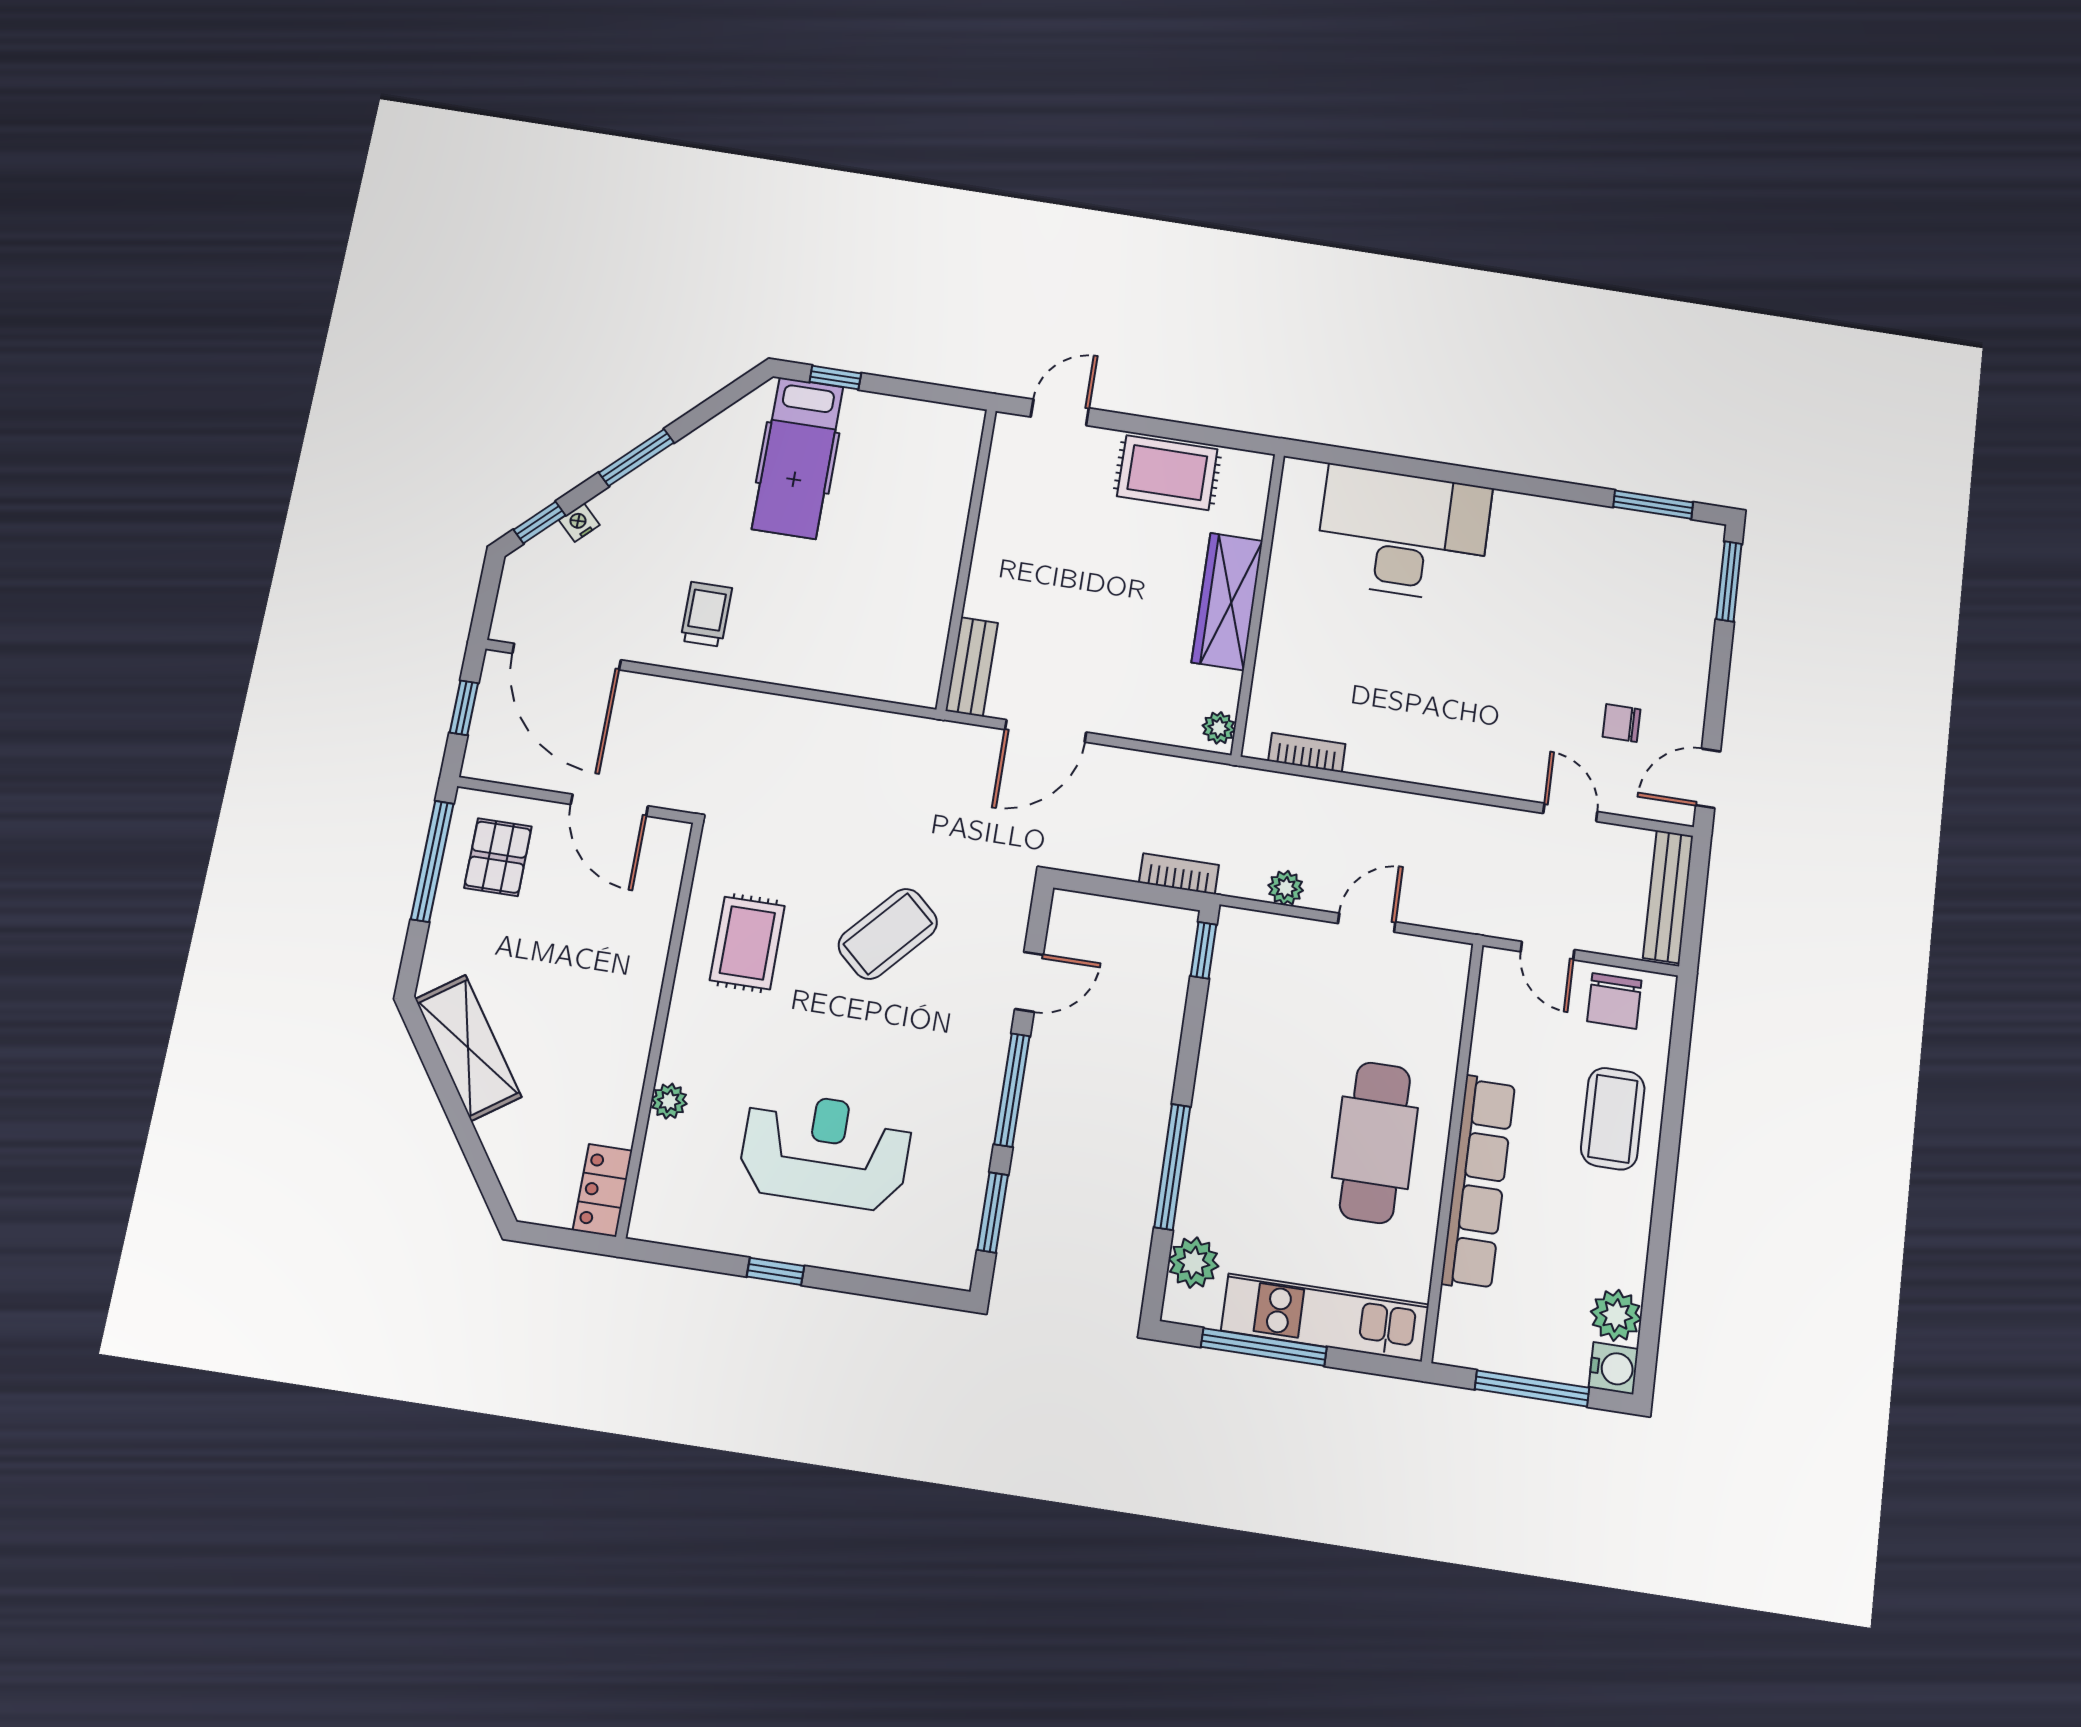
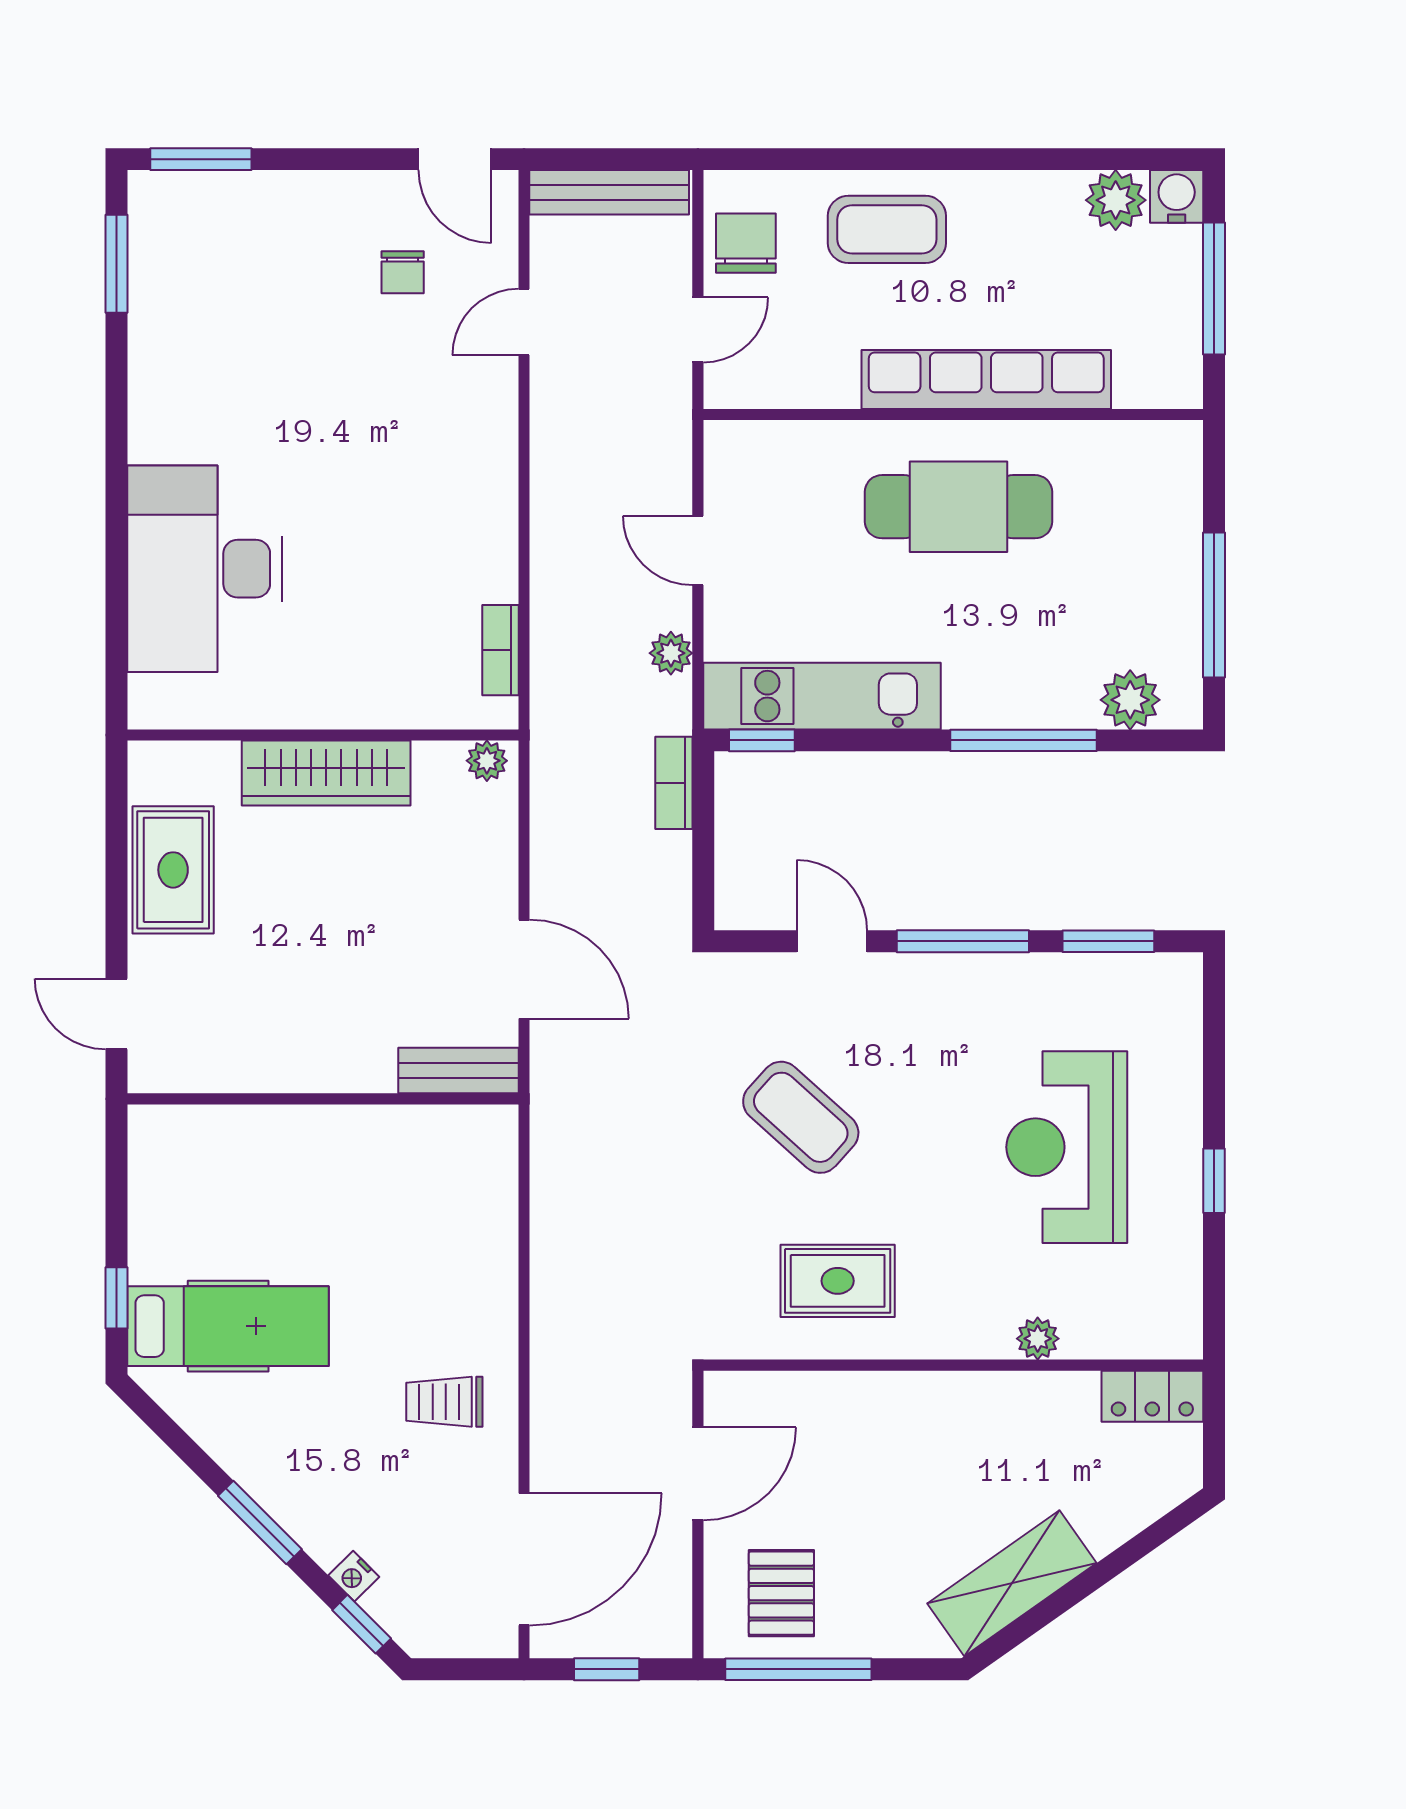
pallet: (498, 857) -> (781, 1593), turned 90
chair: (1614, 1001) -> (746, 243), turned -90
kitchen unit: (1325, 1317) -> (822, 696), moved, turned 90

